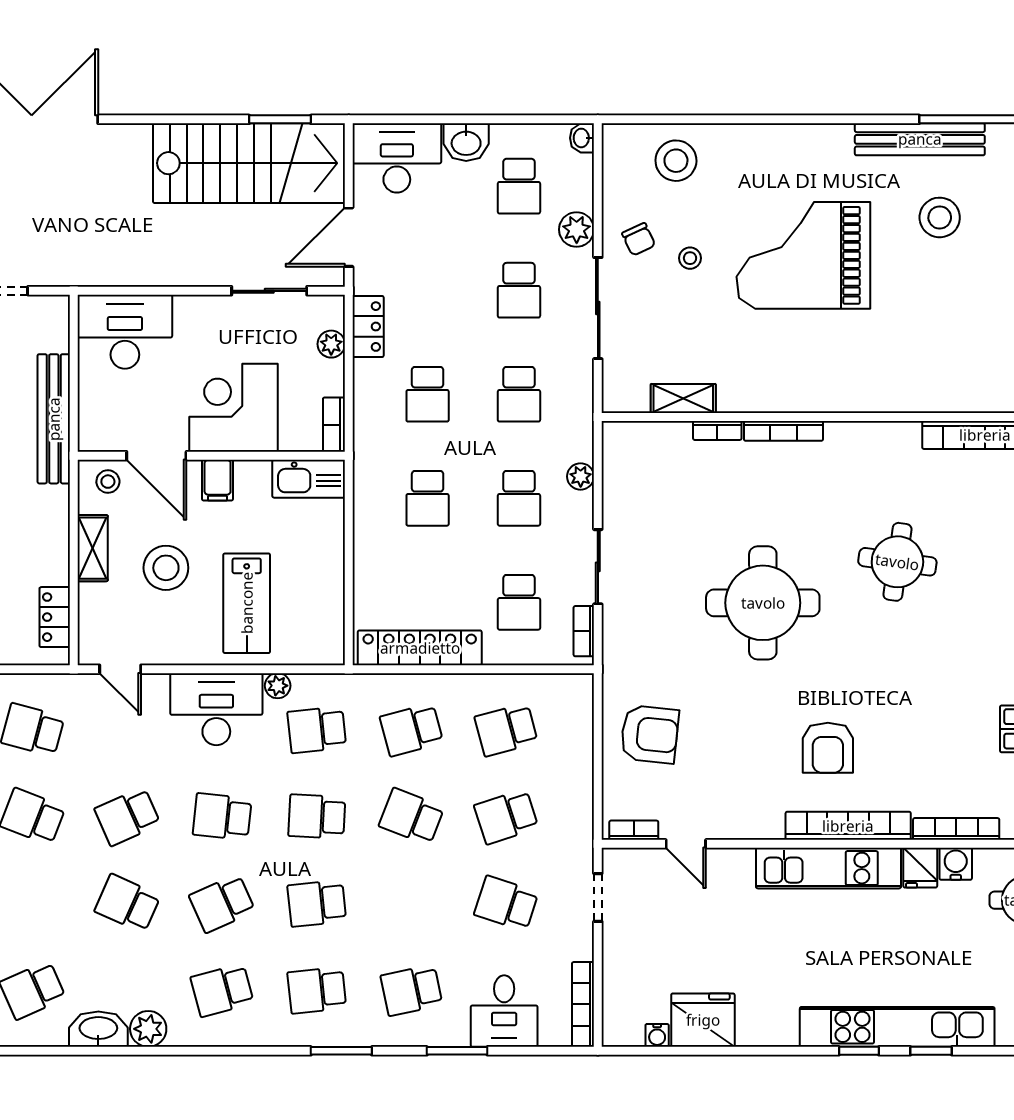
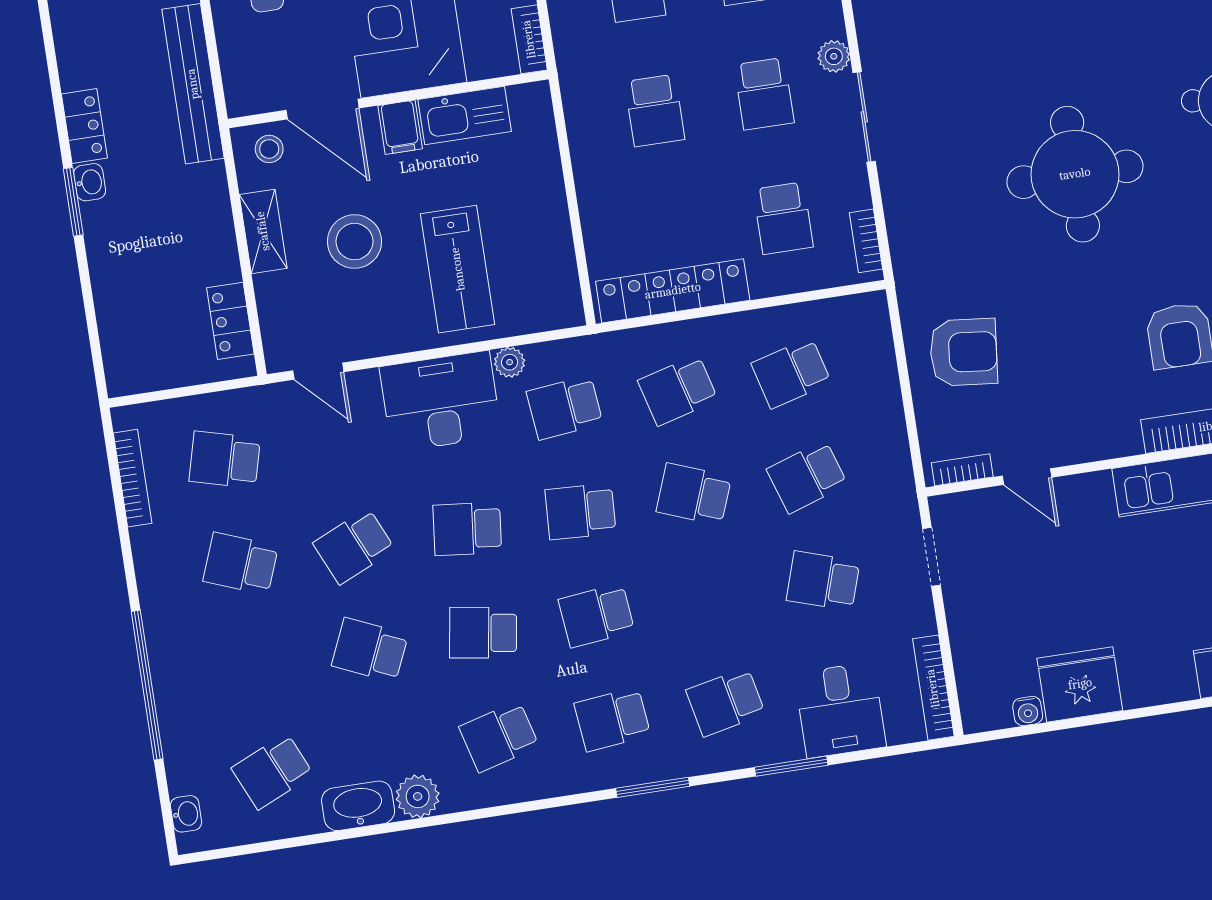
kitchen sink: (309, 479) -> (465, 116), moved
sliding door: (598, 567) -> (864, 117), moved
school desk: (222, 903) -> (483, 633), turned 33

